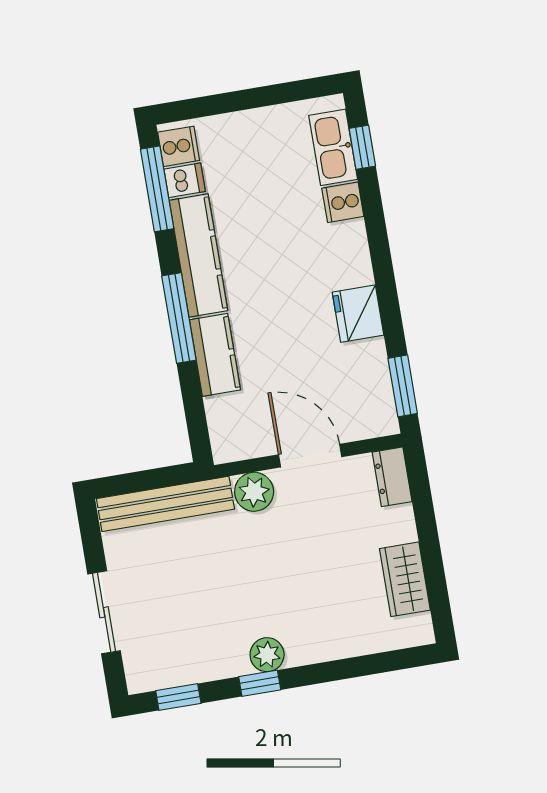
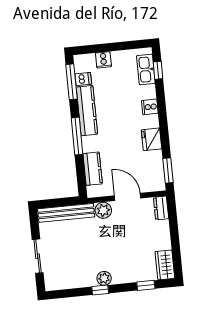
cooker: (179, 146) -> (103, 60), moved, turned 90
cooker: (343, 202) -> (150, 107), moved
kitchen counter: (215, 355) -> (93, 169), moved
wardrobe: (405, 579) -> (165, 265), moved
window: (178, 697) -> (146, 285), moved

